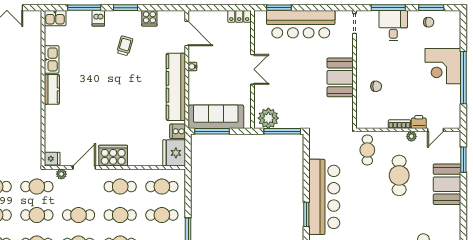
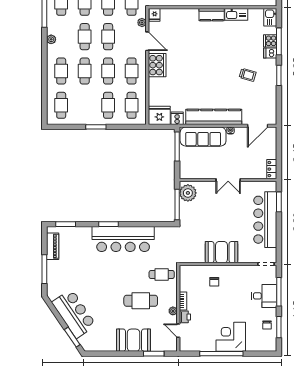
cooker: (149, 18) -> (270, 41), moved
sofa: (216, 117) -> (203, 137), moved, turned 90

